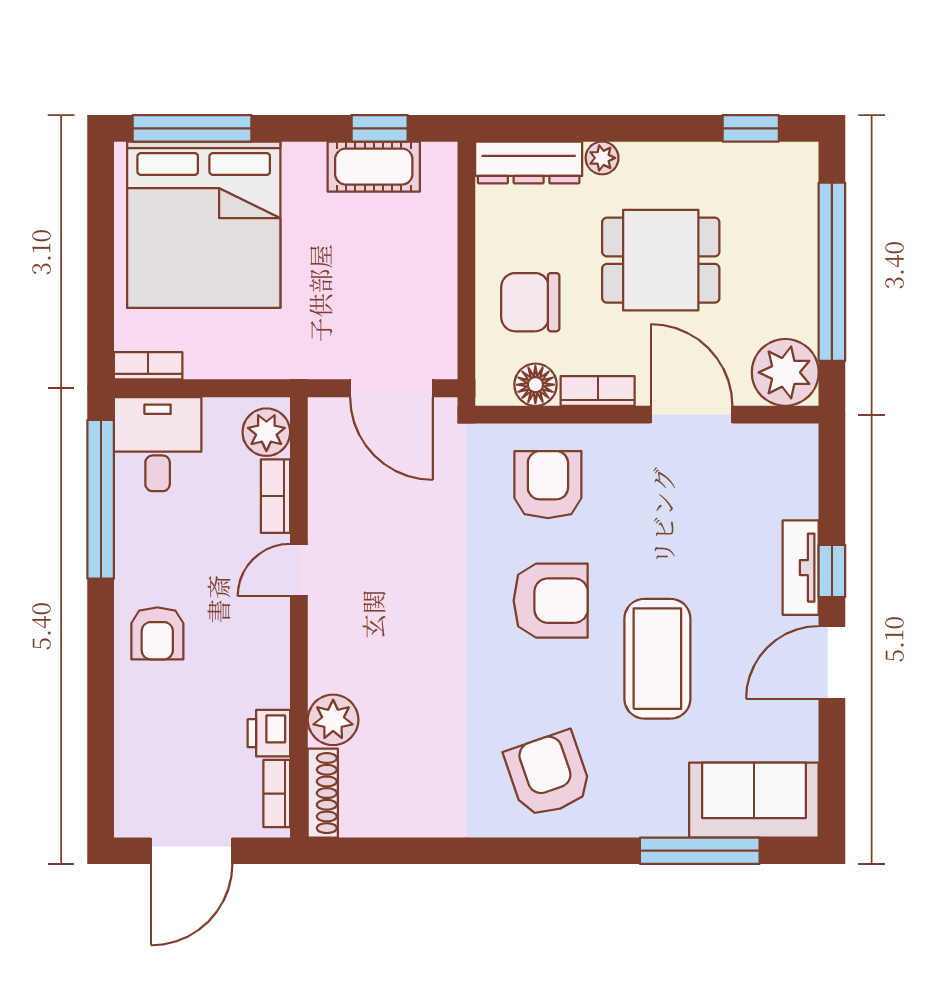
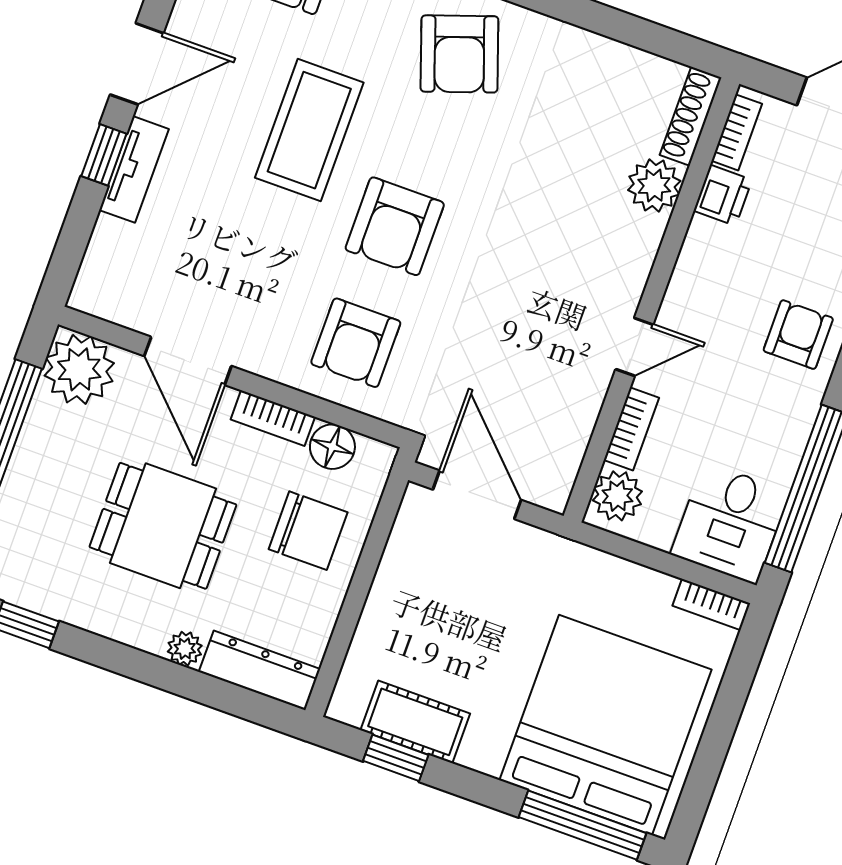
armchair: (551, 601) -> (395, 226), turned -90

